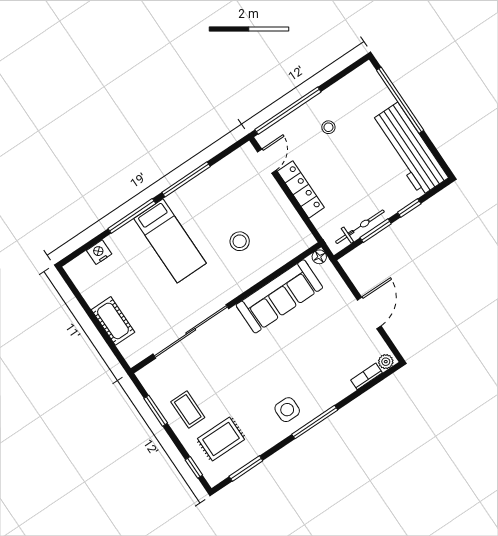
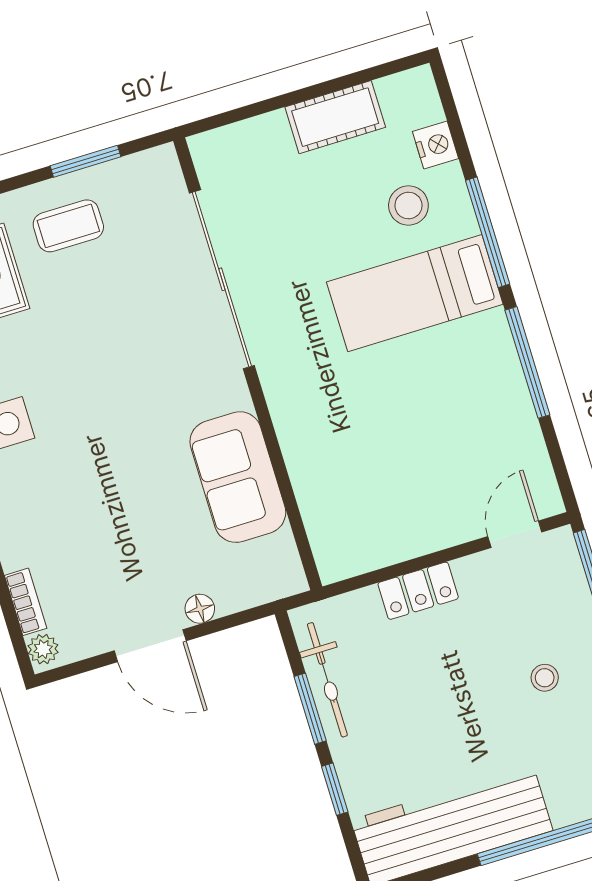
door: (267, 161) -> (515, 534), swing flipped
locker: (301, 189) -> (418, 591), width x0.66
stool: (240, 241) -> (408, 205), moved
floor lamp: (319, 257) -> (200, 609), moved
sofa: (279, 296) -> (238, 477), width x0.73
cot: (113, 321) -> (335, 117), moved

